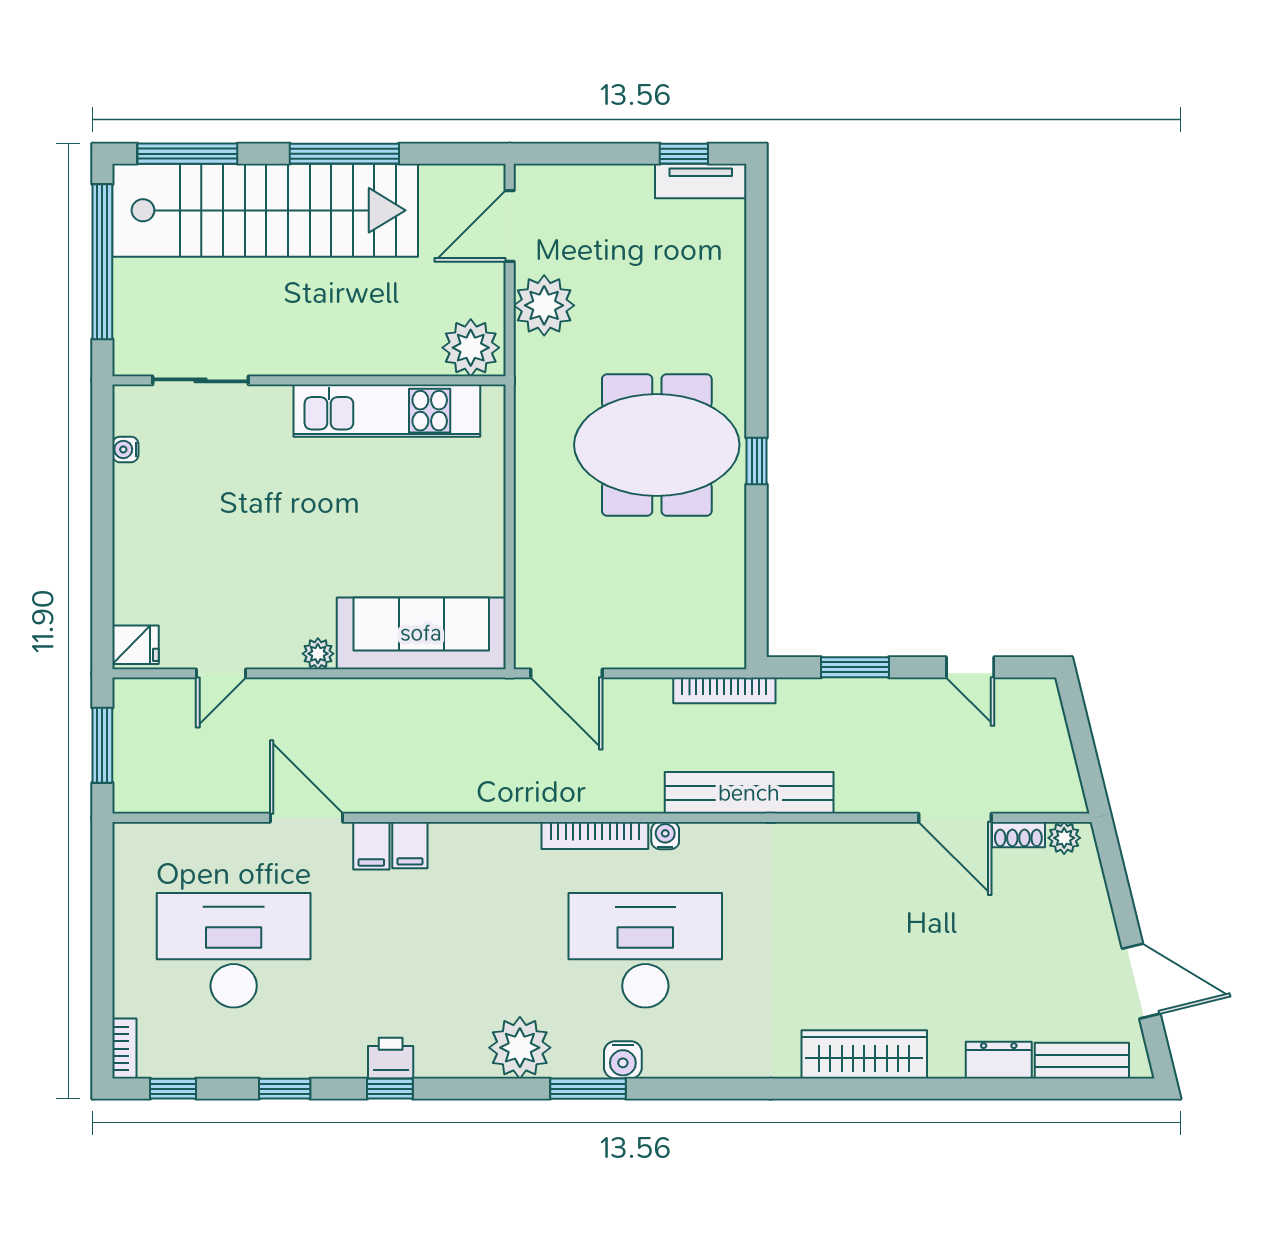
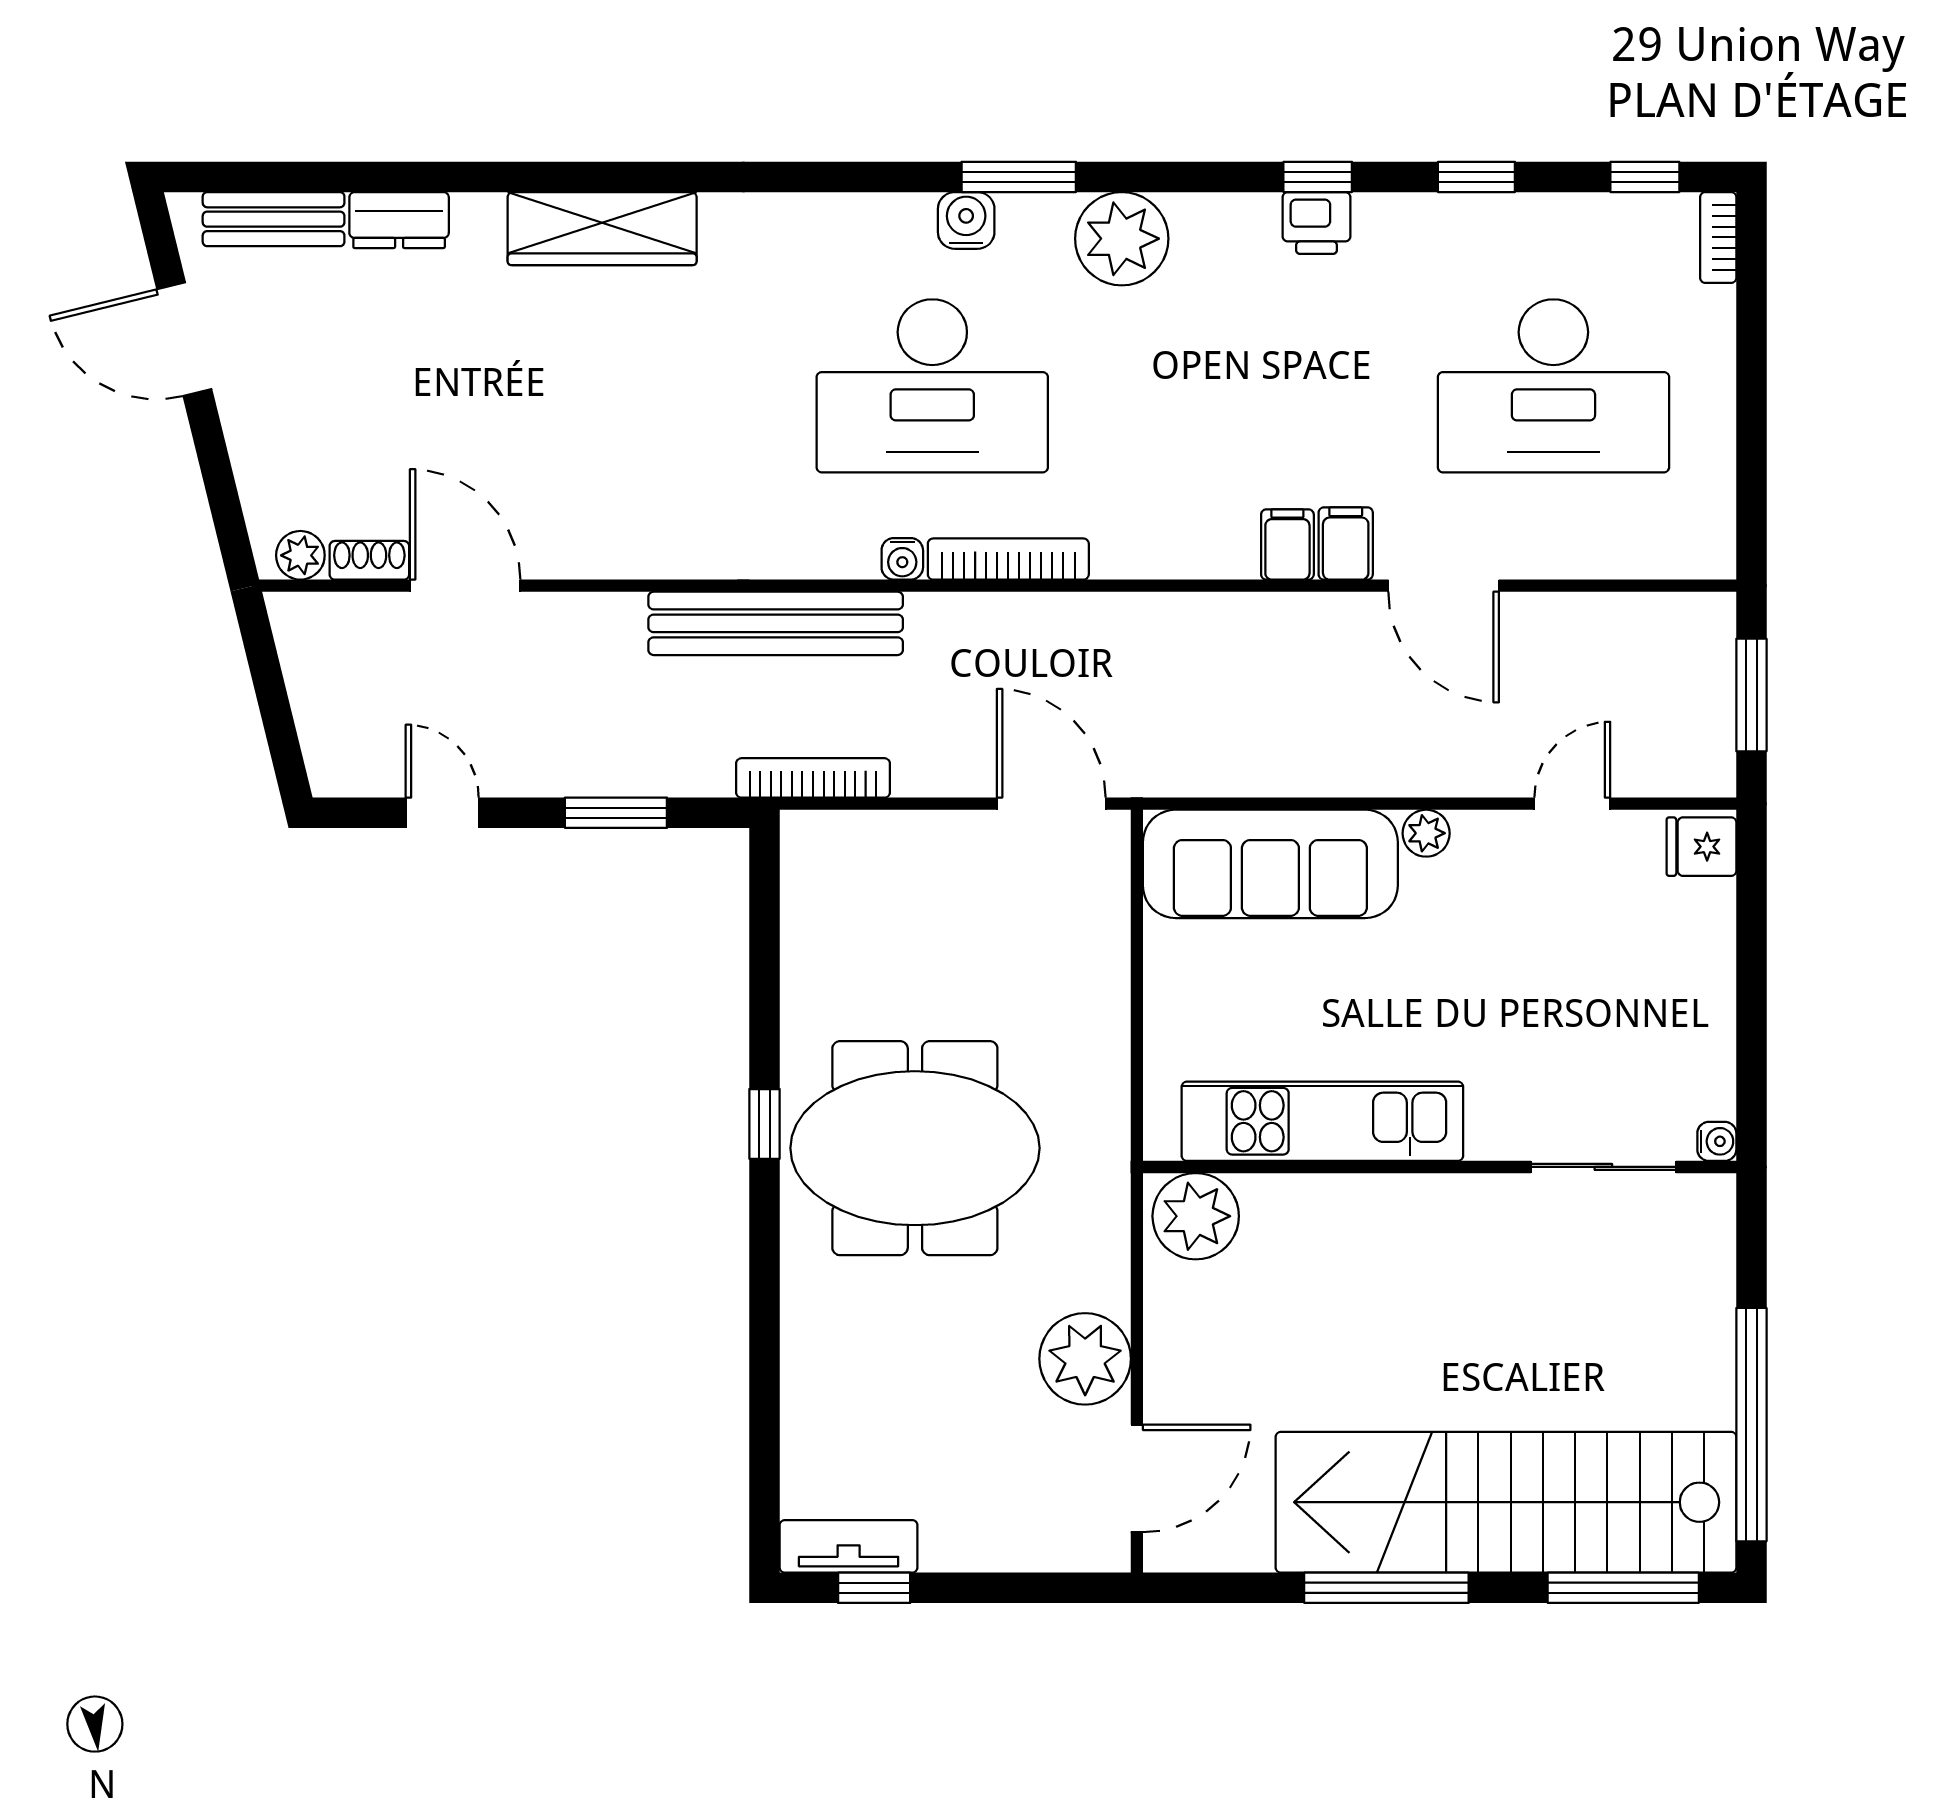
plant: (471, 348) -> (1196, 1216), moved
sliding door: (200, 380) -> (1603, 1167), moved
wall: (309, 380) -> (1440, 1167), moved
kitchen unit: (387, 411) -> (1322, 1121), moved

